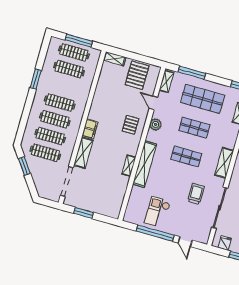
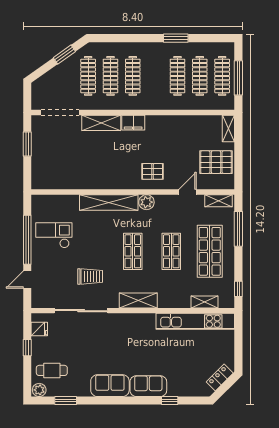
clothes rail: (60, 103) -> (177, 76), moved
plant: (156, 124) -> (146, 202), moved
shelving: (129, 166) -> (101, 184), removed

